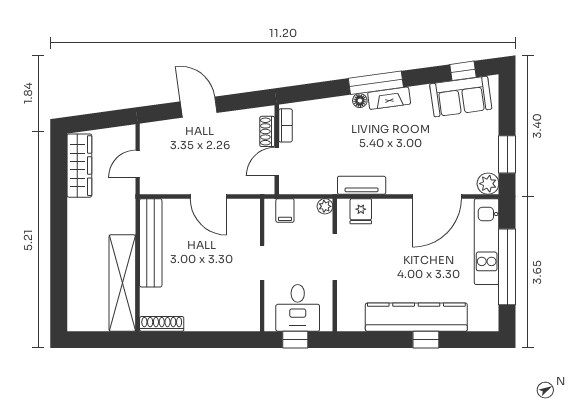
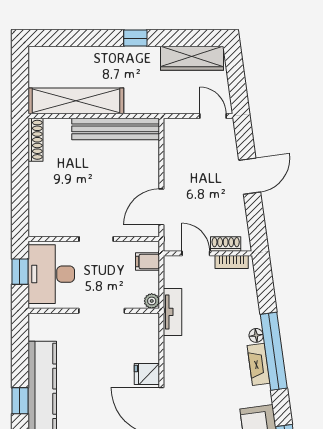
window: (376, 83) -> (274, 351), width x1.46
door: (138, 164) -> (213, 116), moved
tv unit: (362, 185) -> (173, 312), moved
door: (208, 196) -> (161, 207), moved
fridge: (361, 211) -> (147, 374), moved
window: (59, 223) -> (135, 38), added
desk: (298, 308) -> (51, 274), width x1.37

